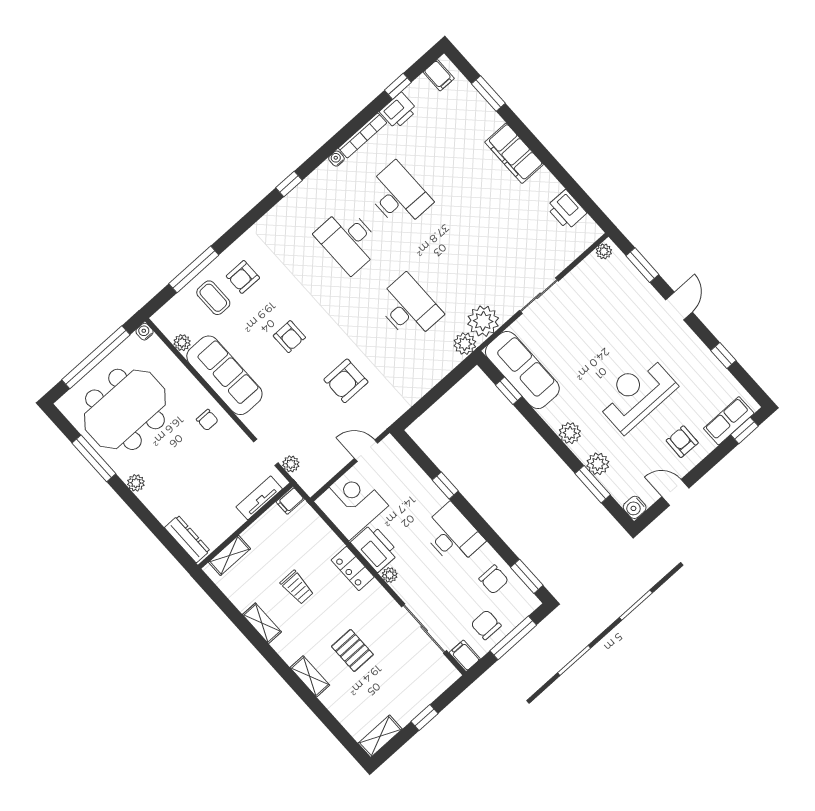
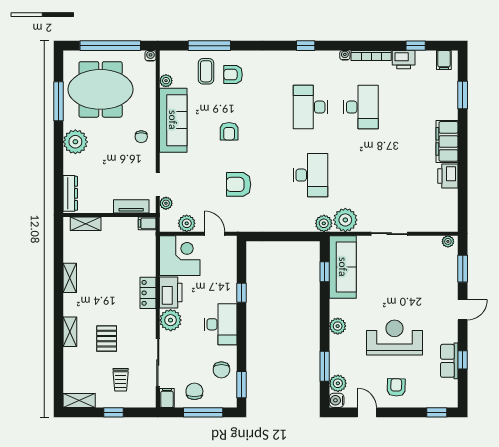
printer: (566, 210) -> (448, 176), moved
row of seats: (729, 421) -> (449, 361), moved, turned -90
plant: (598, 464) -> (338, 383), moved
plant: (329, 465) -> (187, 223), added
plant: (136, 483) -> (75, 142), width x1.87, depth x1.87
plant: (390, 575) -> (171, 320), width x1.87, depth x1.87
trolley: (297, 587) -> (121, 380), moved

